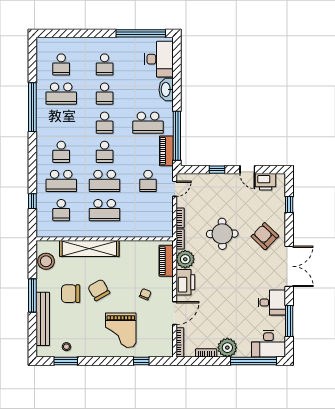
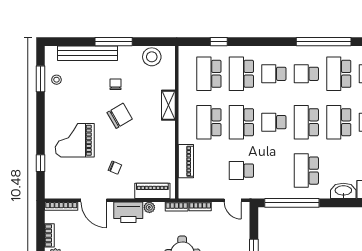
school desk: (105, 94) -> (339, 122), width x1.85
school desk: (61, 123) -> (306, 74), added
school desk: (105, 123) -> (306, 122), width x1.85
piano: (166, 151) -> (186, 161), moved, turned 90
school desk: (61, 210) -> (209, 74), width x1.85
shelving: (89, 248) -> (168, 105), width x0.45, depth x0.75
plant: (185, 259) -> (149, 207), width x0.53, depth x0.53
chair: (71, 294) -> (116, 84), width x0.54, depth x0.54

